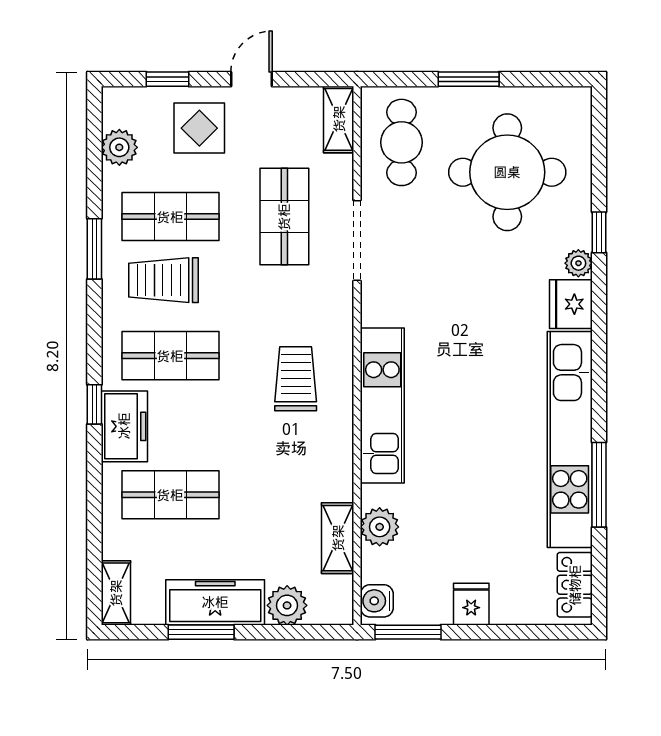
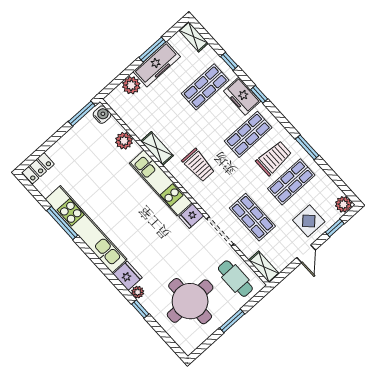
plant: (119, 147) -> (343, 204), moved
window: (94, 501) -> (229, 61), added
shelving: (338, 538) -> (157, 148), moved
locker: (575, 585) -> (38, 168), moved, turned 90
fridge: (471, 604) -> (191, 216), moved, turned 90

